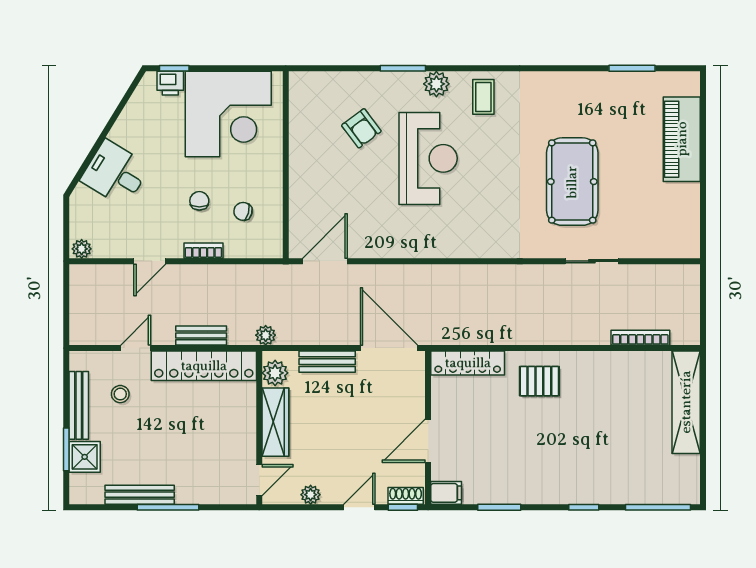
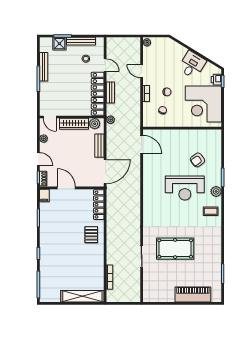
desk: (115, 173) -> (192, 65), moved

